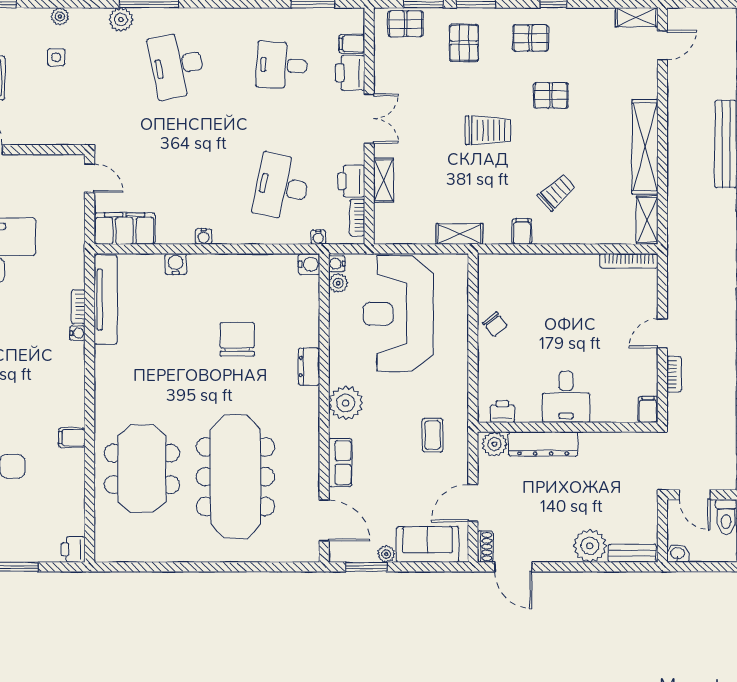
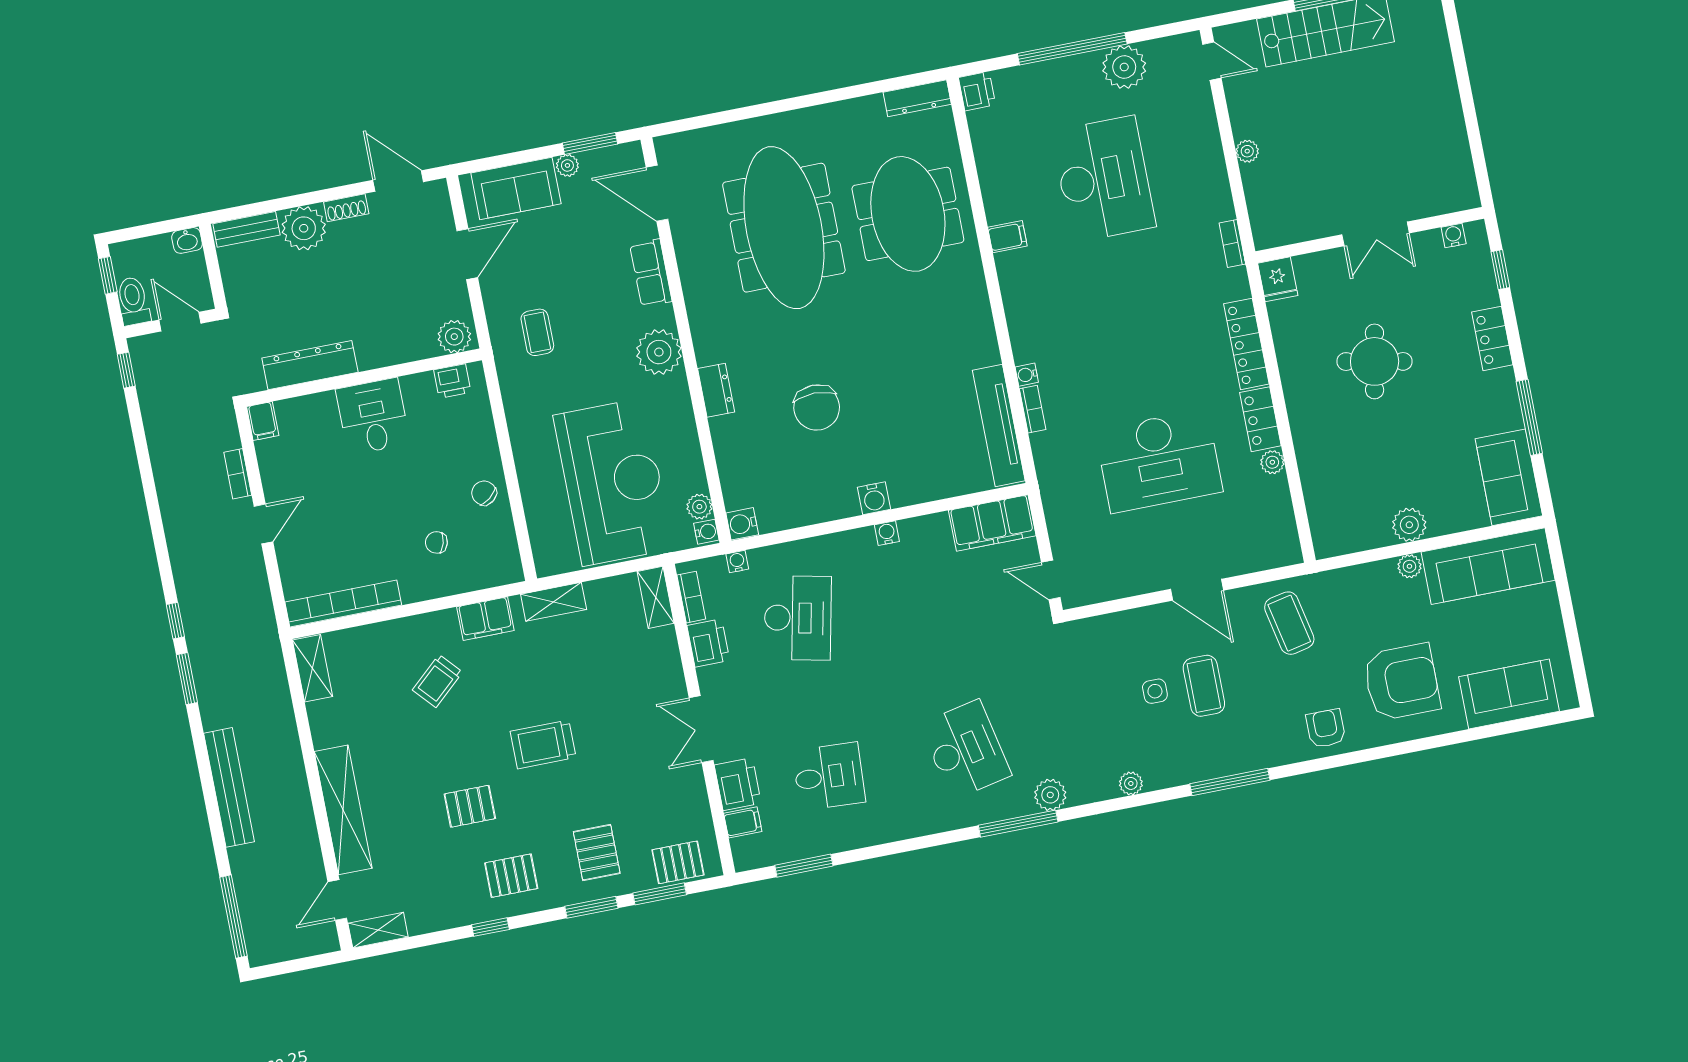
side table: (56, 57) -> (1155, 691), moved
shelving: (645, 147) -> (343, 810), moved
shelving: (384, 180) -> (656, 597), moved
filing cabinet: (522, 231) -> (485, 619), width x2.00
bookcase: (629, 261) -> (343, 604), width x1.48, depth x1.31
water cooler: (176, 264) -> (874, 498), moved
chair: (537, 295) -> (436, 542), added
dresser: (543, 444) -> (310, 365), moved
shoe rack: (485, 547) -> (346, 208), moved, turned -90
dresser: (118, 553) -> (917, 98), added

